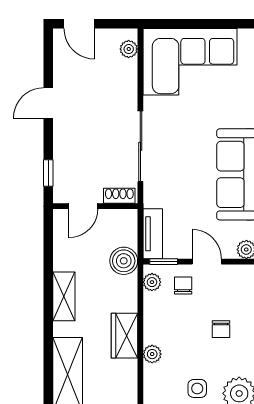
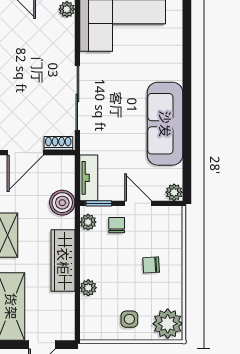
door: (83, 206) -> (25, 153), width x1.38
chair: (221, 329) -> (151, 265), turned 87
wardrobe: (124, 336) -> (63, 261), width x1.50

